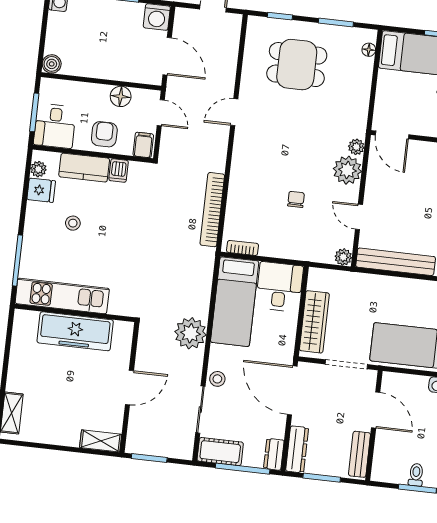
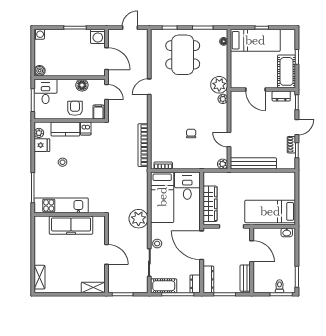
dining table: (297, 65) -> (183, 55), width x1.38
desk: (55, 126) -> (46, 91), moved, turned 180
door: (392, 135) -> (255, 90), moved
plant: (347, 170) -> (219, 85), moved
door: (129, 388) -> (106, 254), hinge flipped

